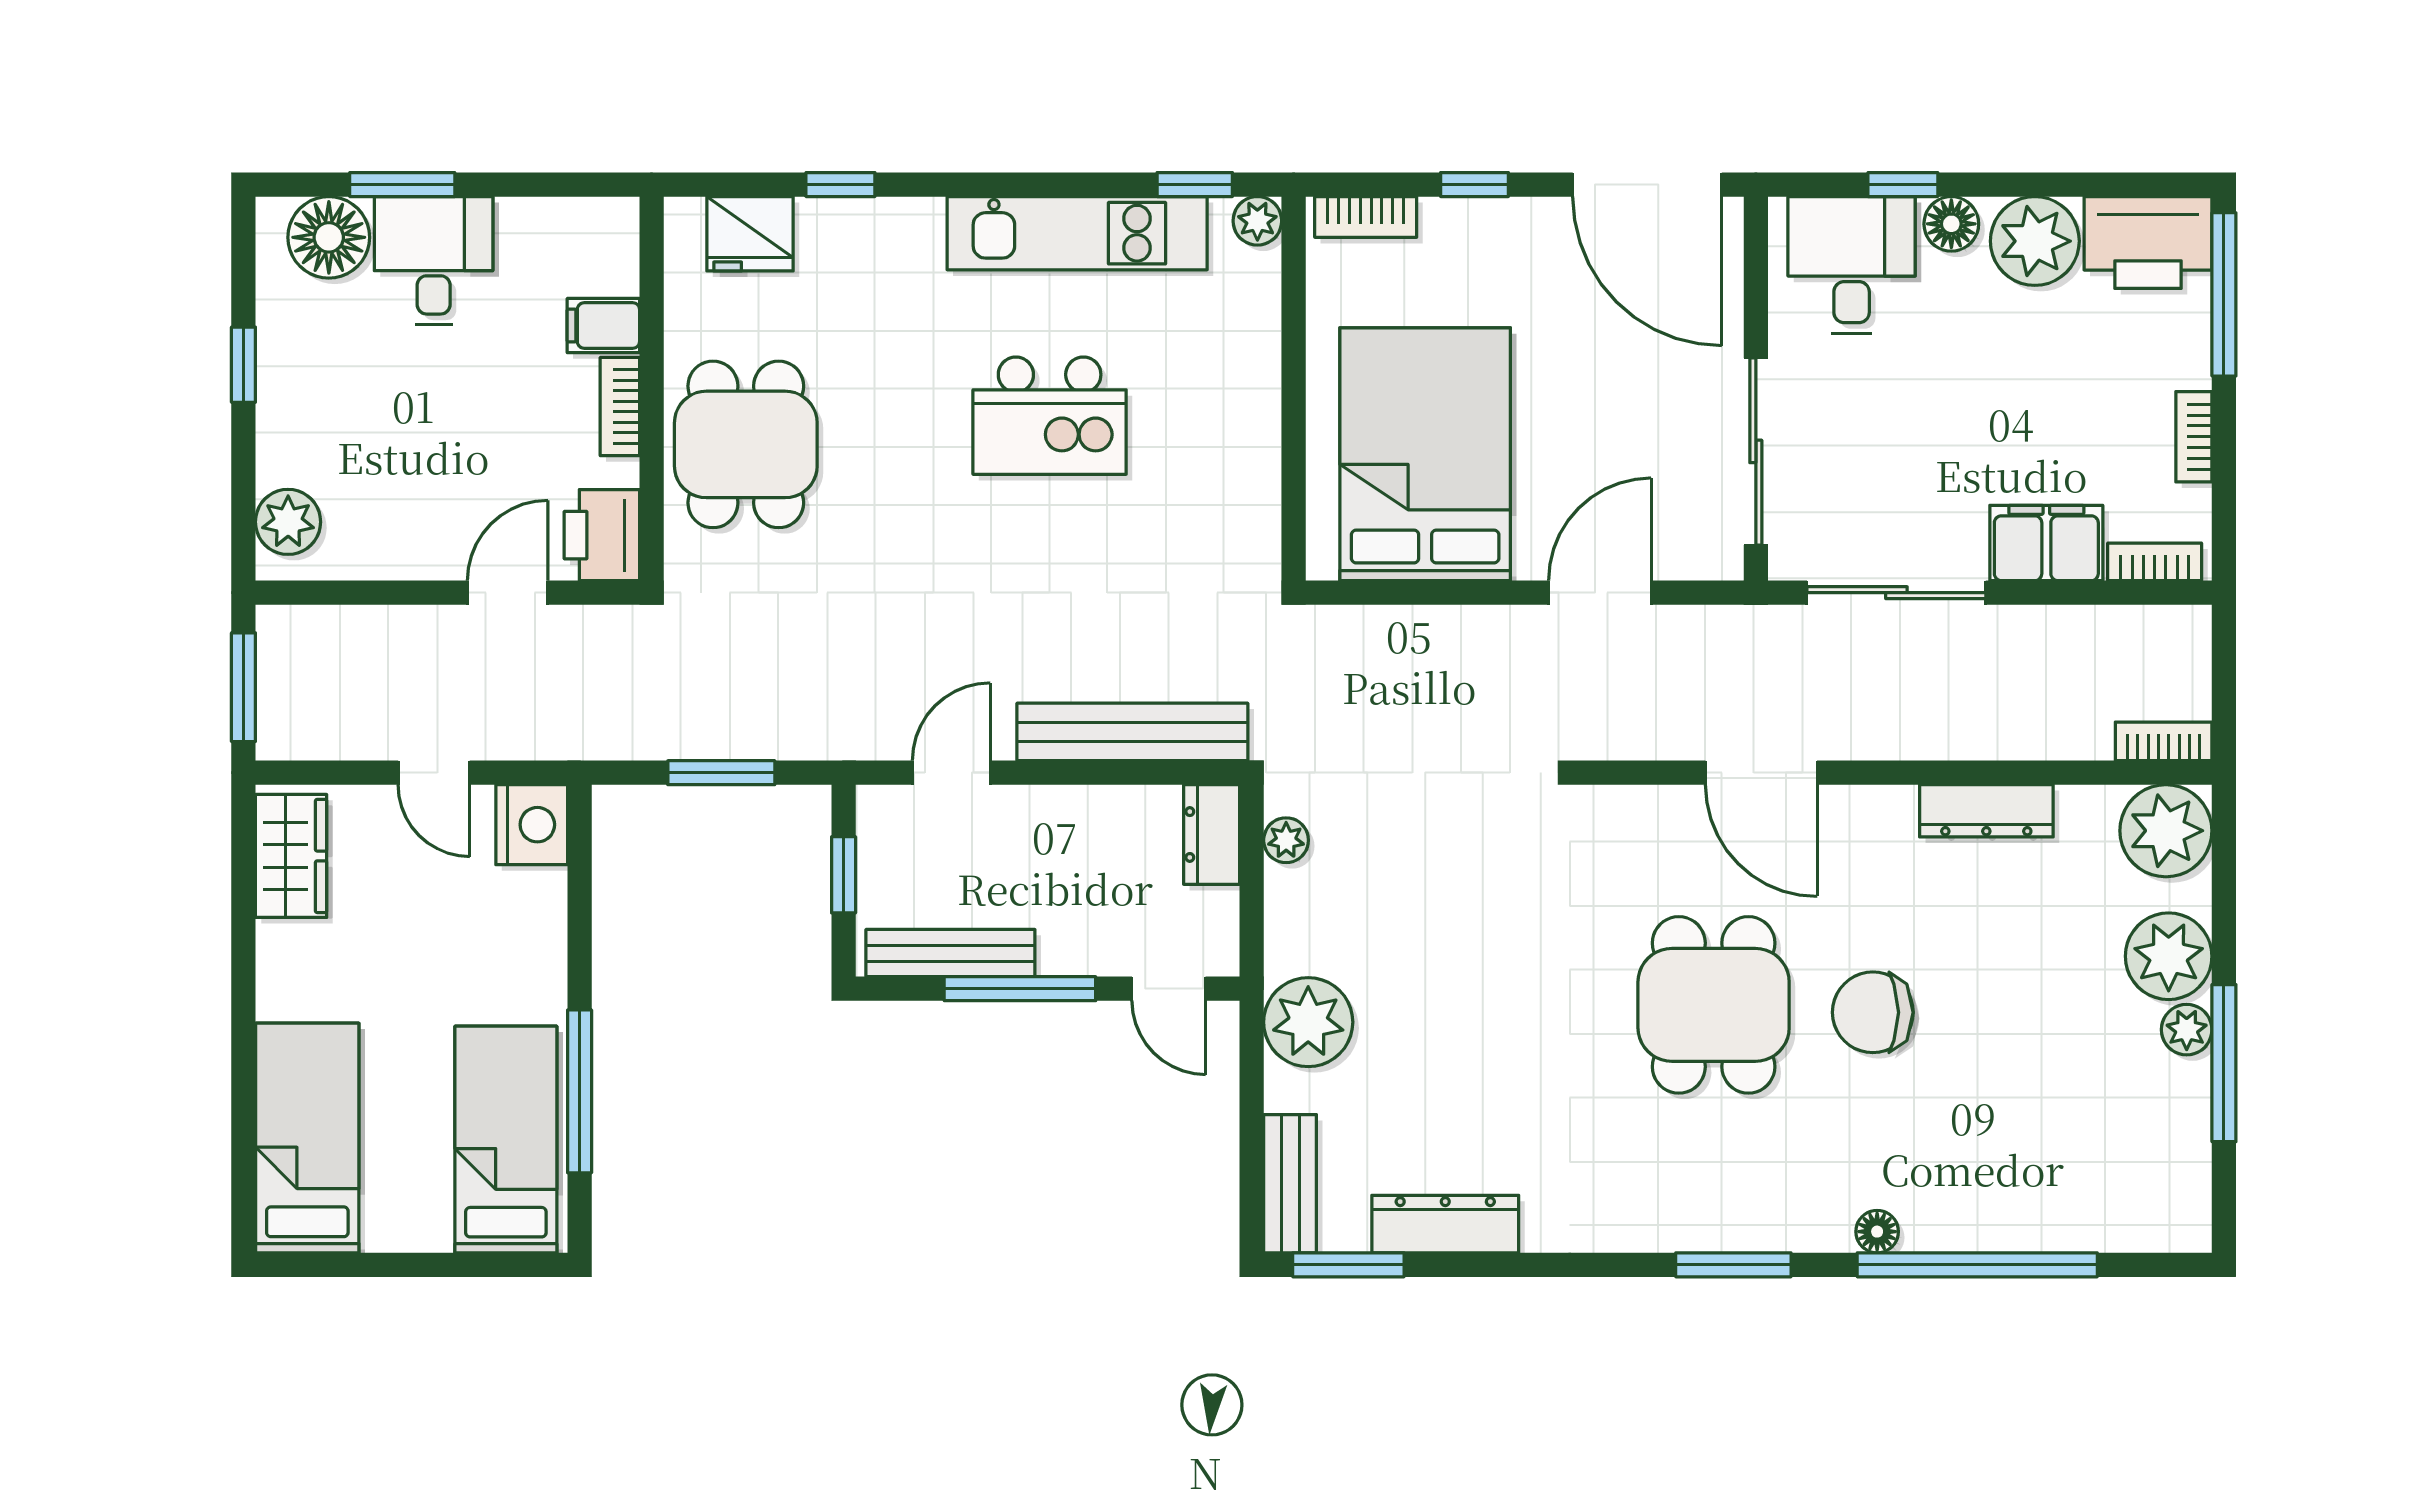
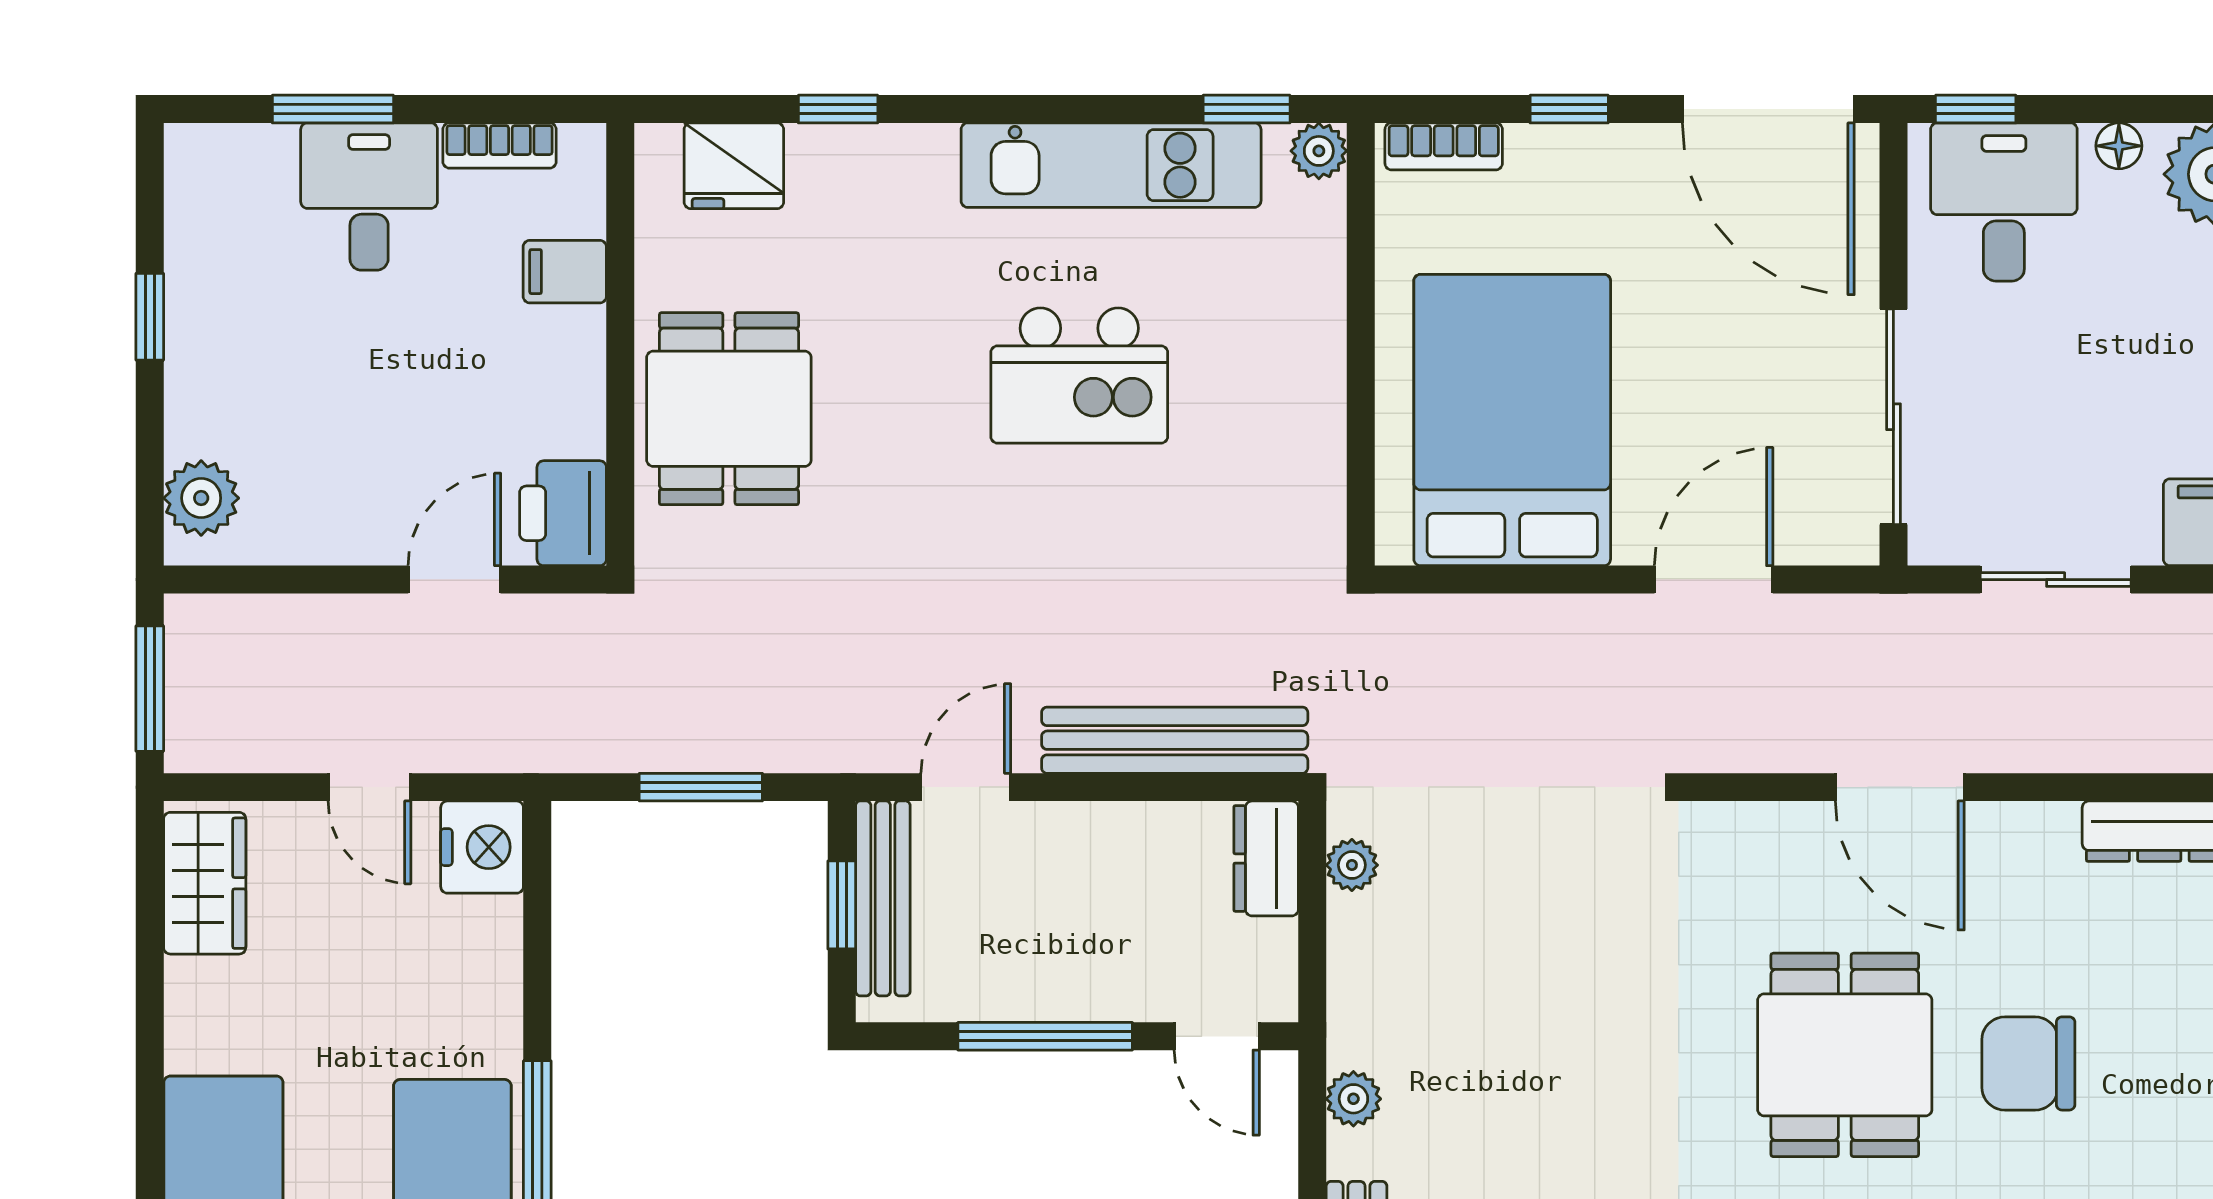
window: (1903, 185) -> (1976, 109), moved
floor lamp: (1951, 224) -> (2119, 146), width x0.73, depth x0.73
floor lamp: (329, 237) -> (248, 170), removed
bookcase: (620, 407) -> (500, 146), moved, turned -90
sliding door: (1896, 593) -> (2056, 580), width x0.73
bench: (950, 953) -> (883, 898), moved, turned 90
plant: (1308, 1022) -> (1353, 1099), width x0.53, depth x0.53

